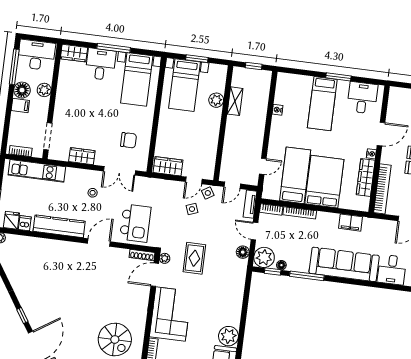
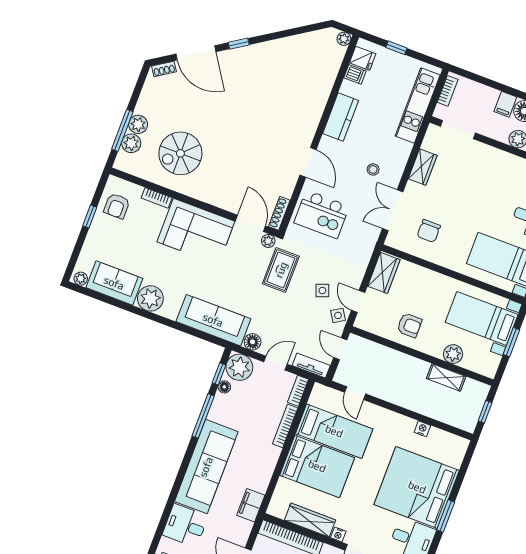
bed: (322, 104) -> (417, 487), width x2.04
armchair: (202, 138) -> (409, 325), added
filing cabinet: (351, 223) -> (251, 505), moved
kitchen counter: (59, 226) -> (341, 117), width x0.67
rug: (194, 258) -> (281, 270), moved, turned 90
sofa: (234, 285) -> (213, 320), added

